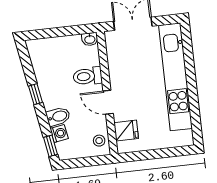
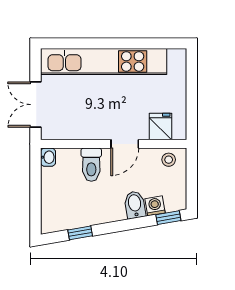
window: (35, 94) -> (80, 233), moved

